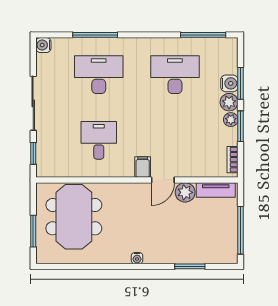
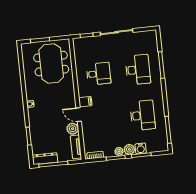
water cooler: (43, 45) -> (152, 35), removed
meeting table: (74, 217) -> (51, 64), turned 90
dresser: (230, 243) -> (45, 159), added

